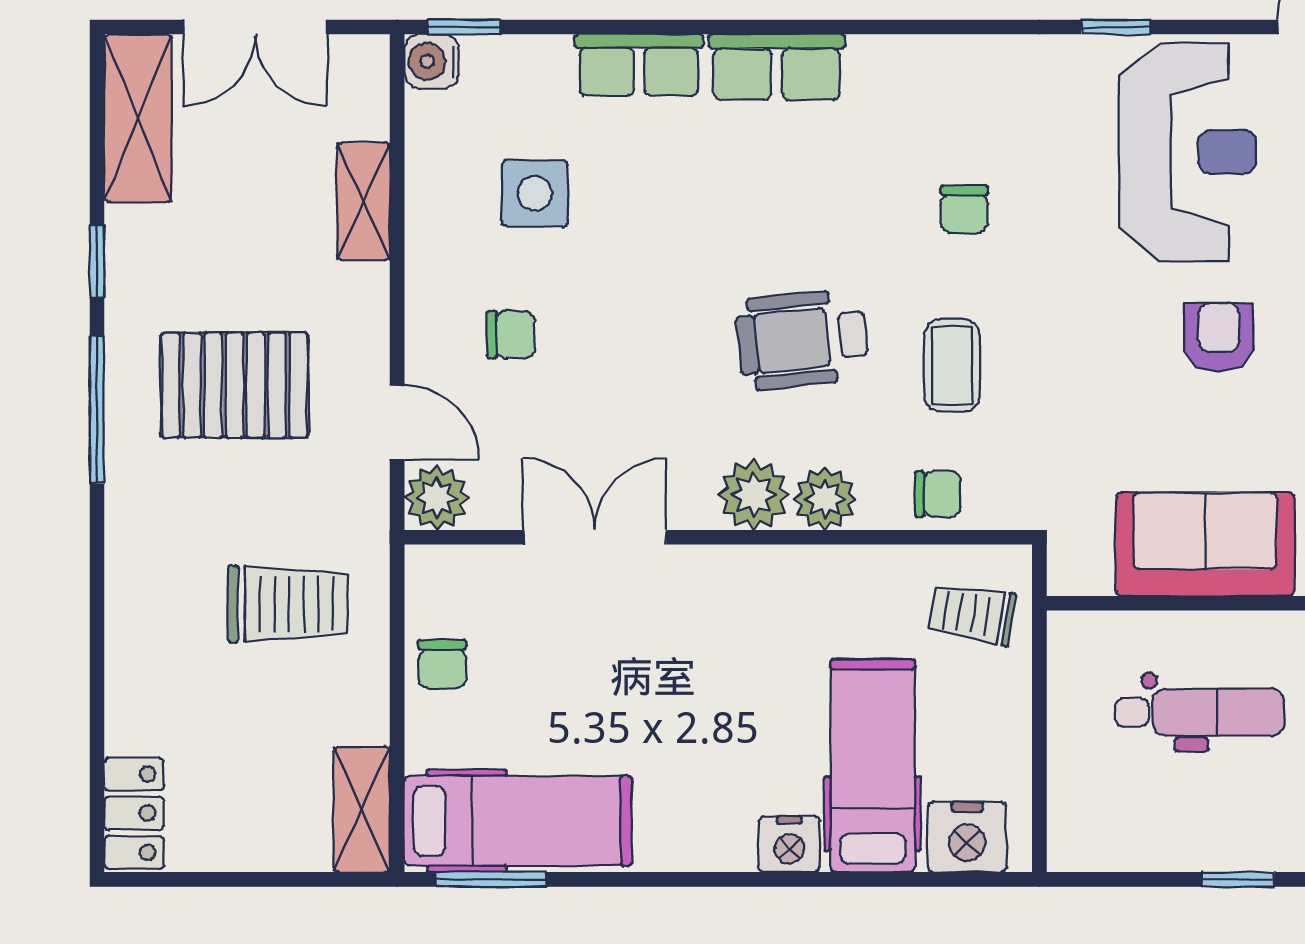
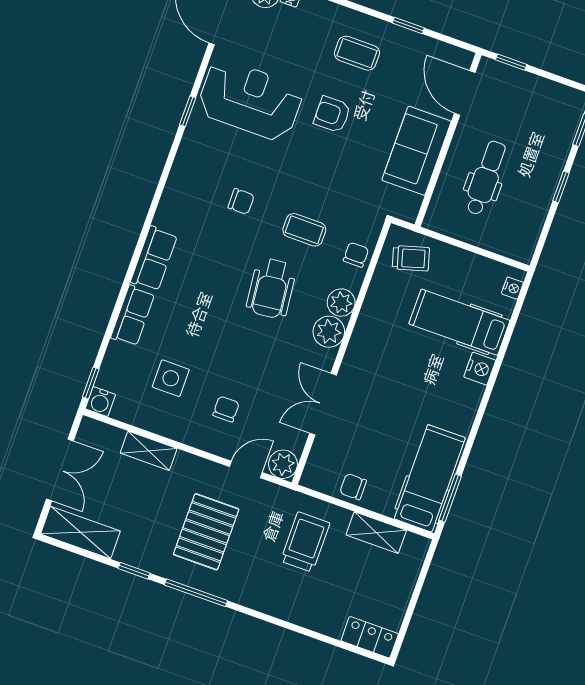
trolley: (972, 614) -> (411, 258), turned -115
chair: (442, 664) -> (353, 487), turned 180
shelving: (362, 809) -> (376, 533), moved
nightstand: (967, 837) -> (512, 288), width x0.53, depth x0.56

